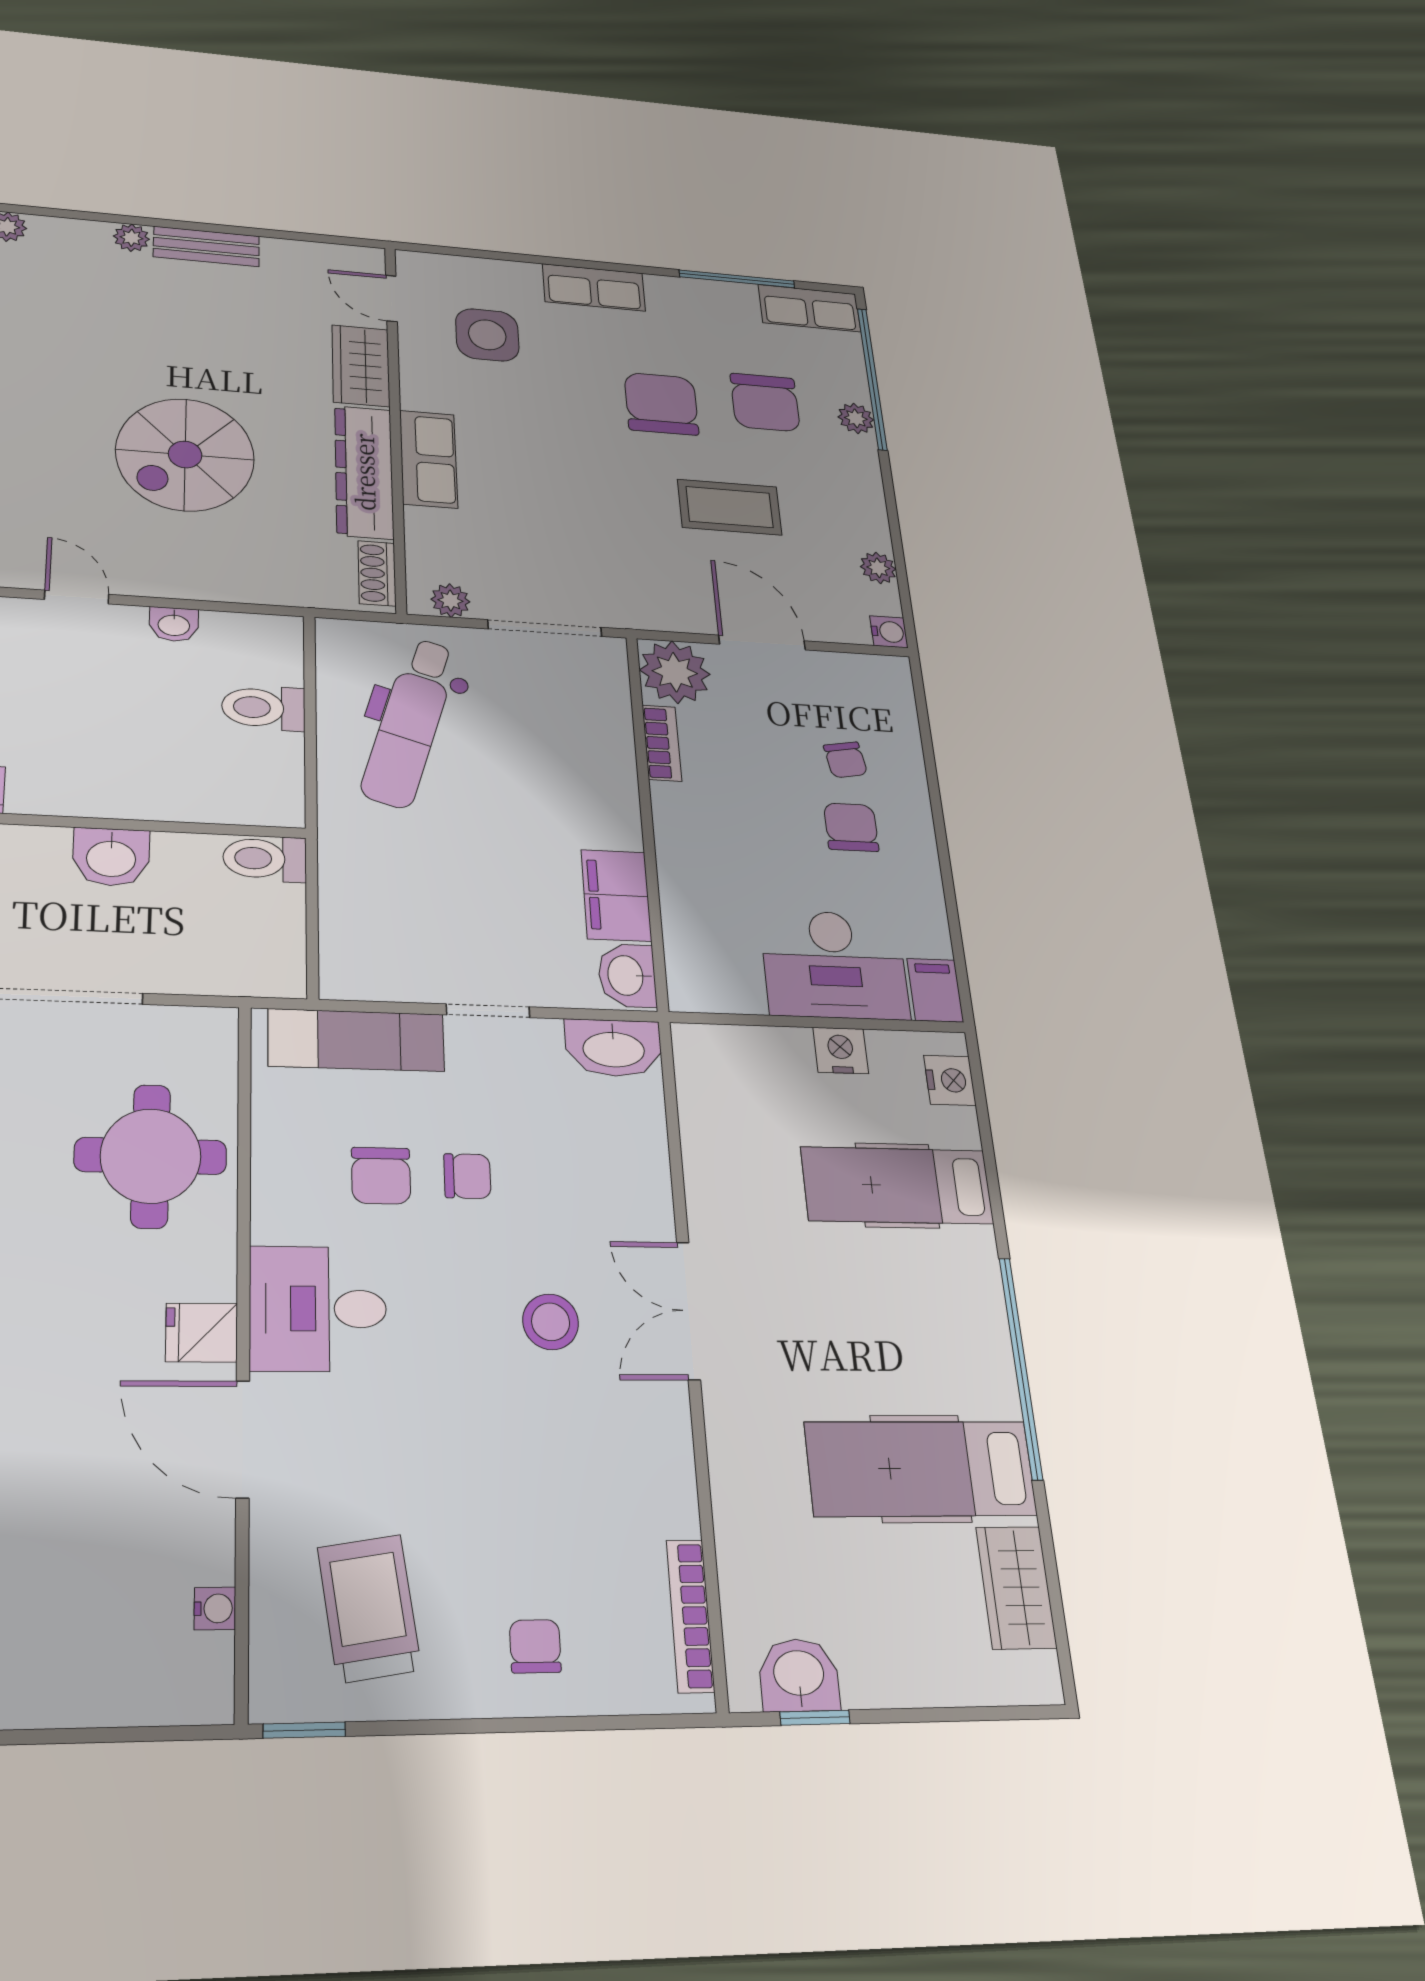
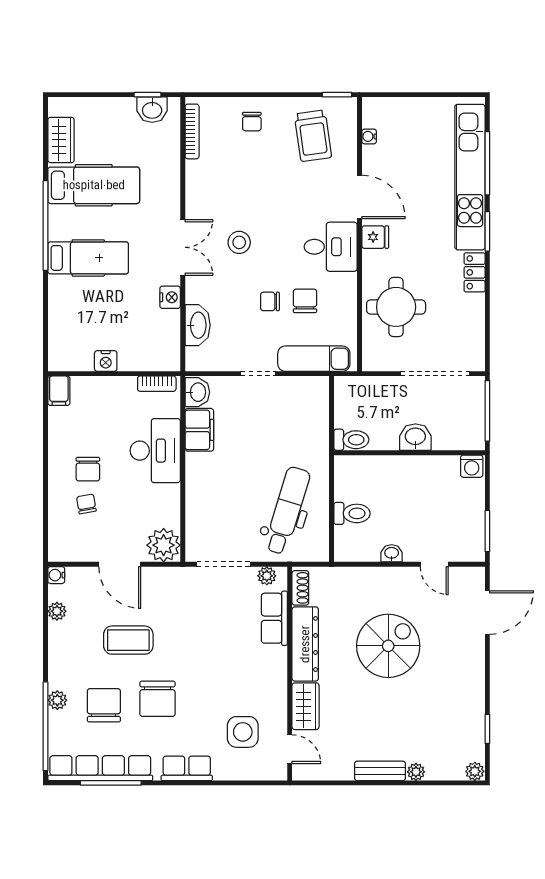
row of seats: (809, 308) -> (100, 768), width x2.02
row of seats: (429, 459) -> (274, 618), moved
bookcase: (662, 743) -> (157, 384), moved, turned -90
desk: (834, 965) -> (155, 451), moved, turned 90
washbasin: (614, 1048) -> (198, 325), moved, turned 90
nightstand: (950, 1080) -> (170, 297), moved, turned 180
hospital bed: (897, 1185) -> (88, 258), moved

